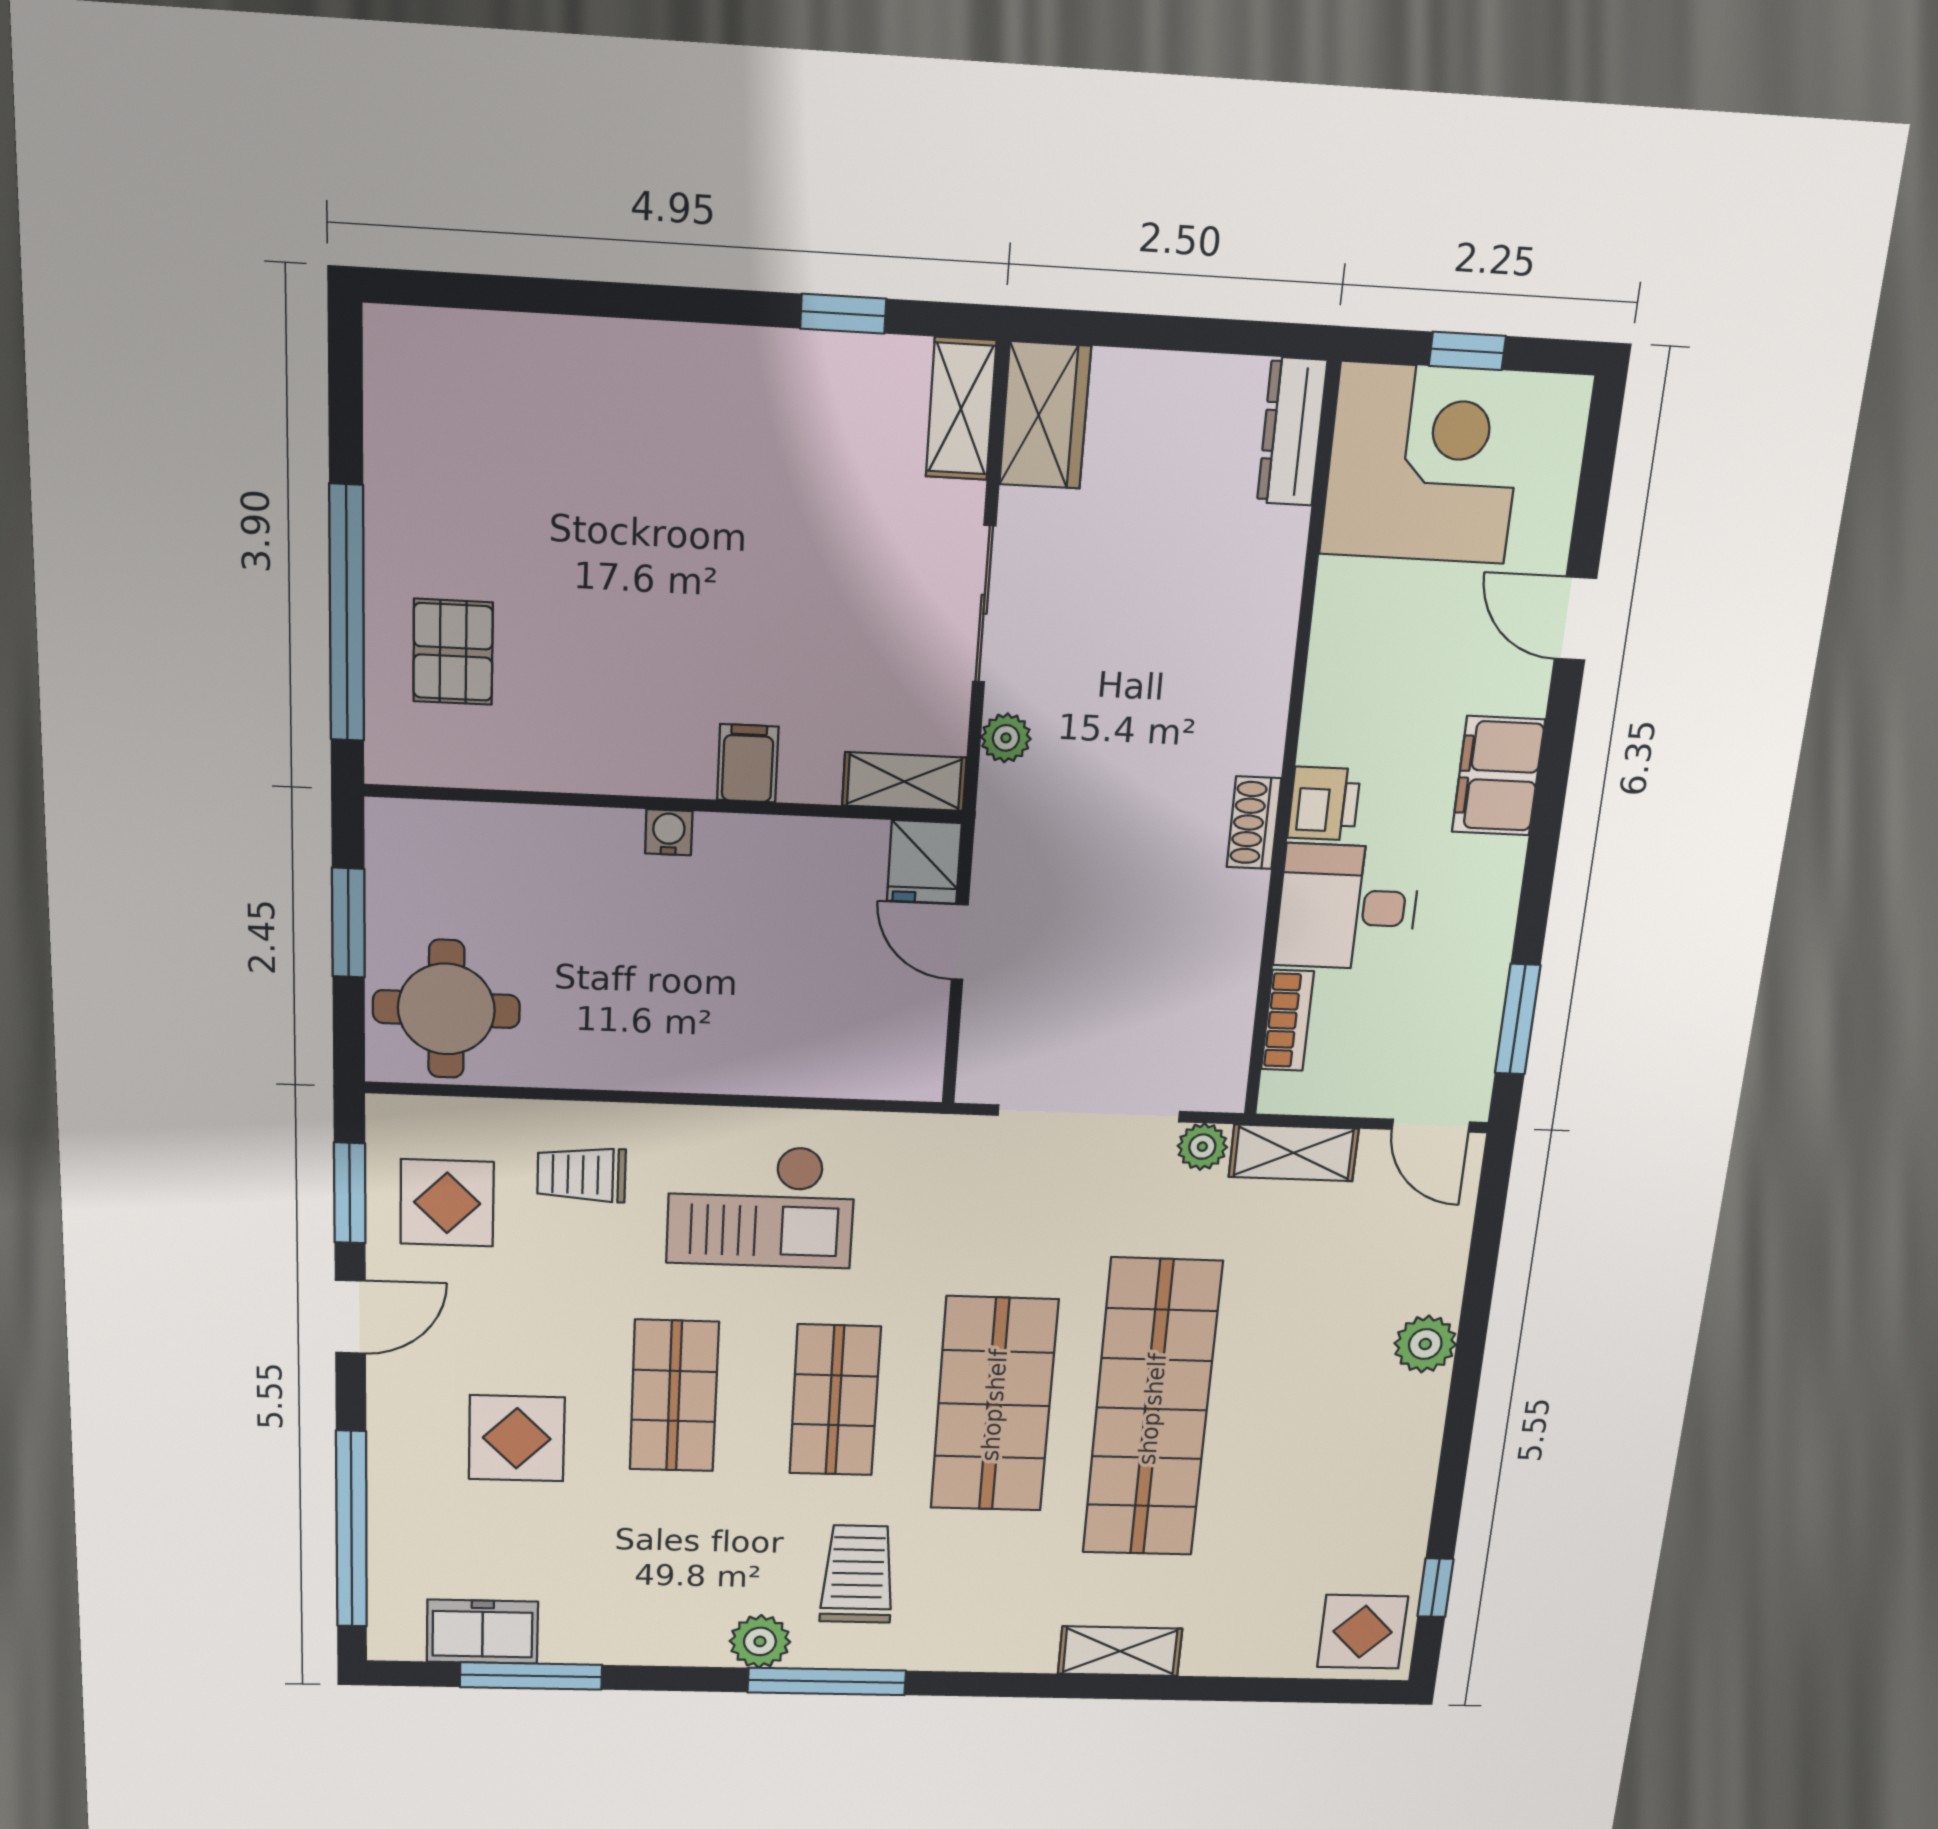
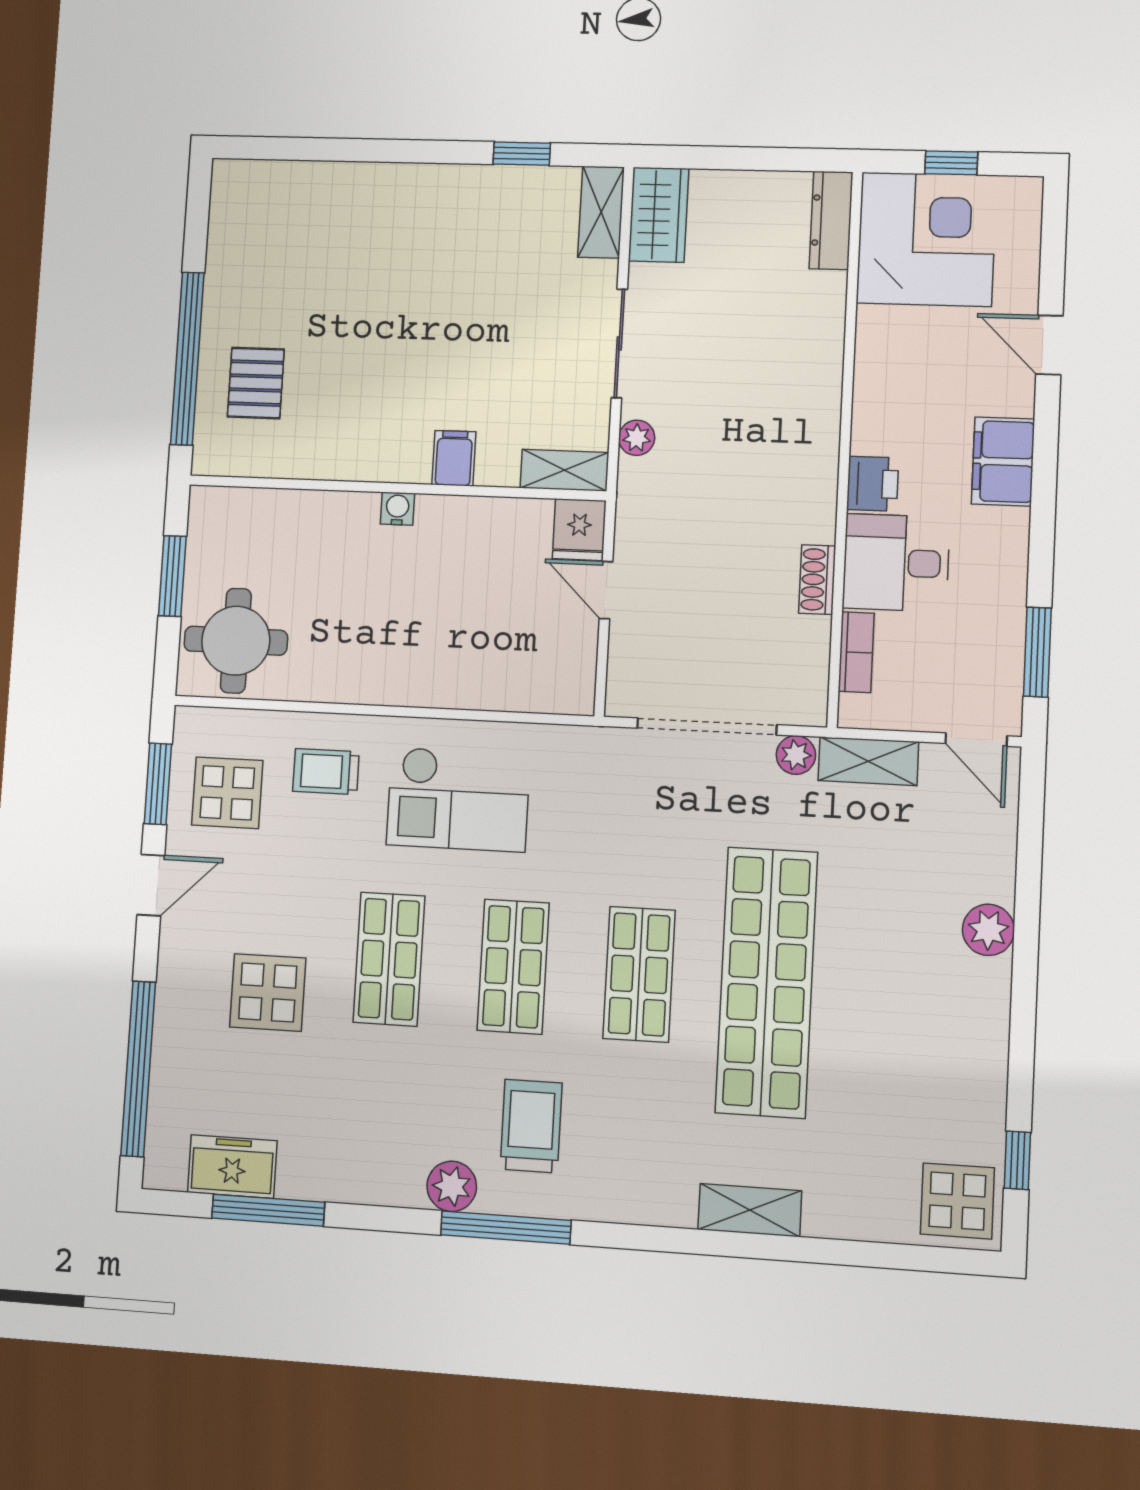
shoe rack: (1254, 823) -> (817, 580), moved
shop shelf: (994, 1405) -> (639, 974), width x0.70, depth x0.74

